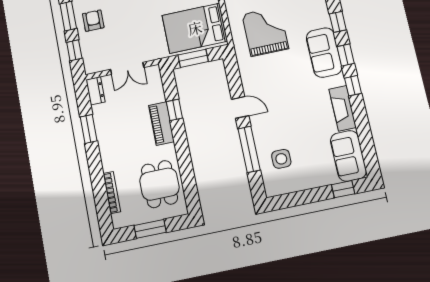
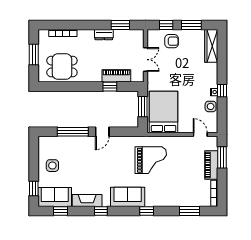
armchair: (93, 21) -> (172, 41), moved
window: (346, 55) -> (60, 211), moved
double door: (127, 68) -> (145, 60), swing flipped
dresser: (95, 91) -> (104, 35), moved
piano: (161, 123) -> (116, 76), moved
window: (89, 129) -> (120, 25), moved
side table: (281, 159) -> (52, 166), moved

